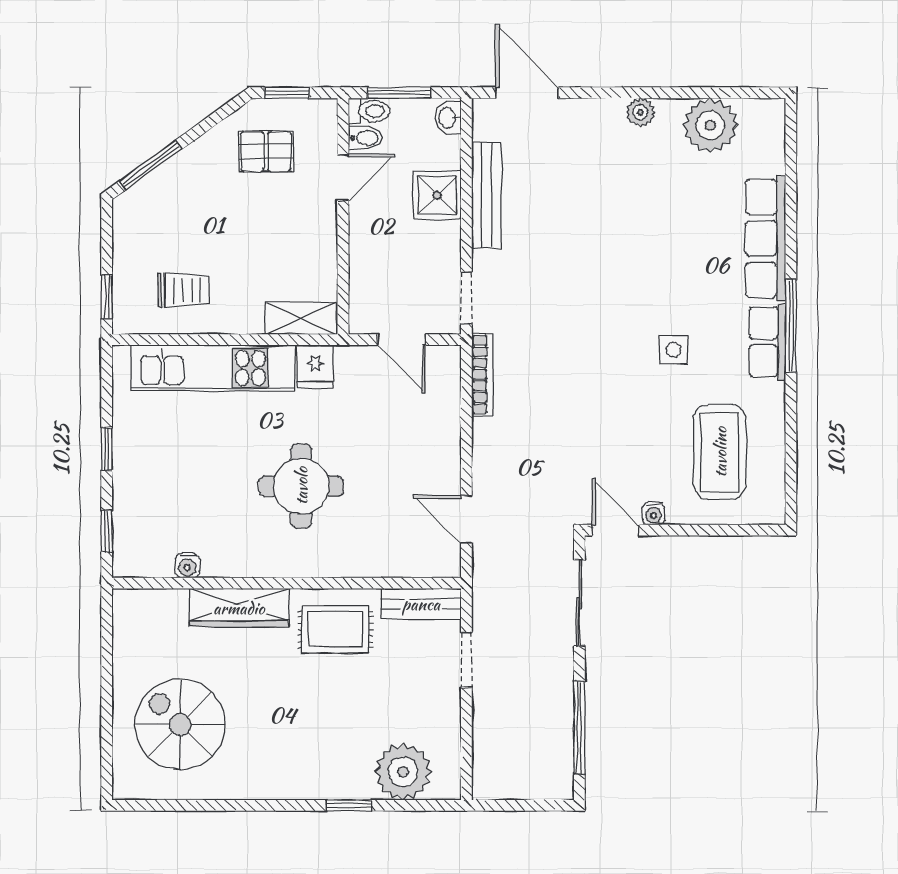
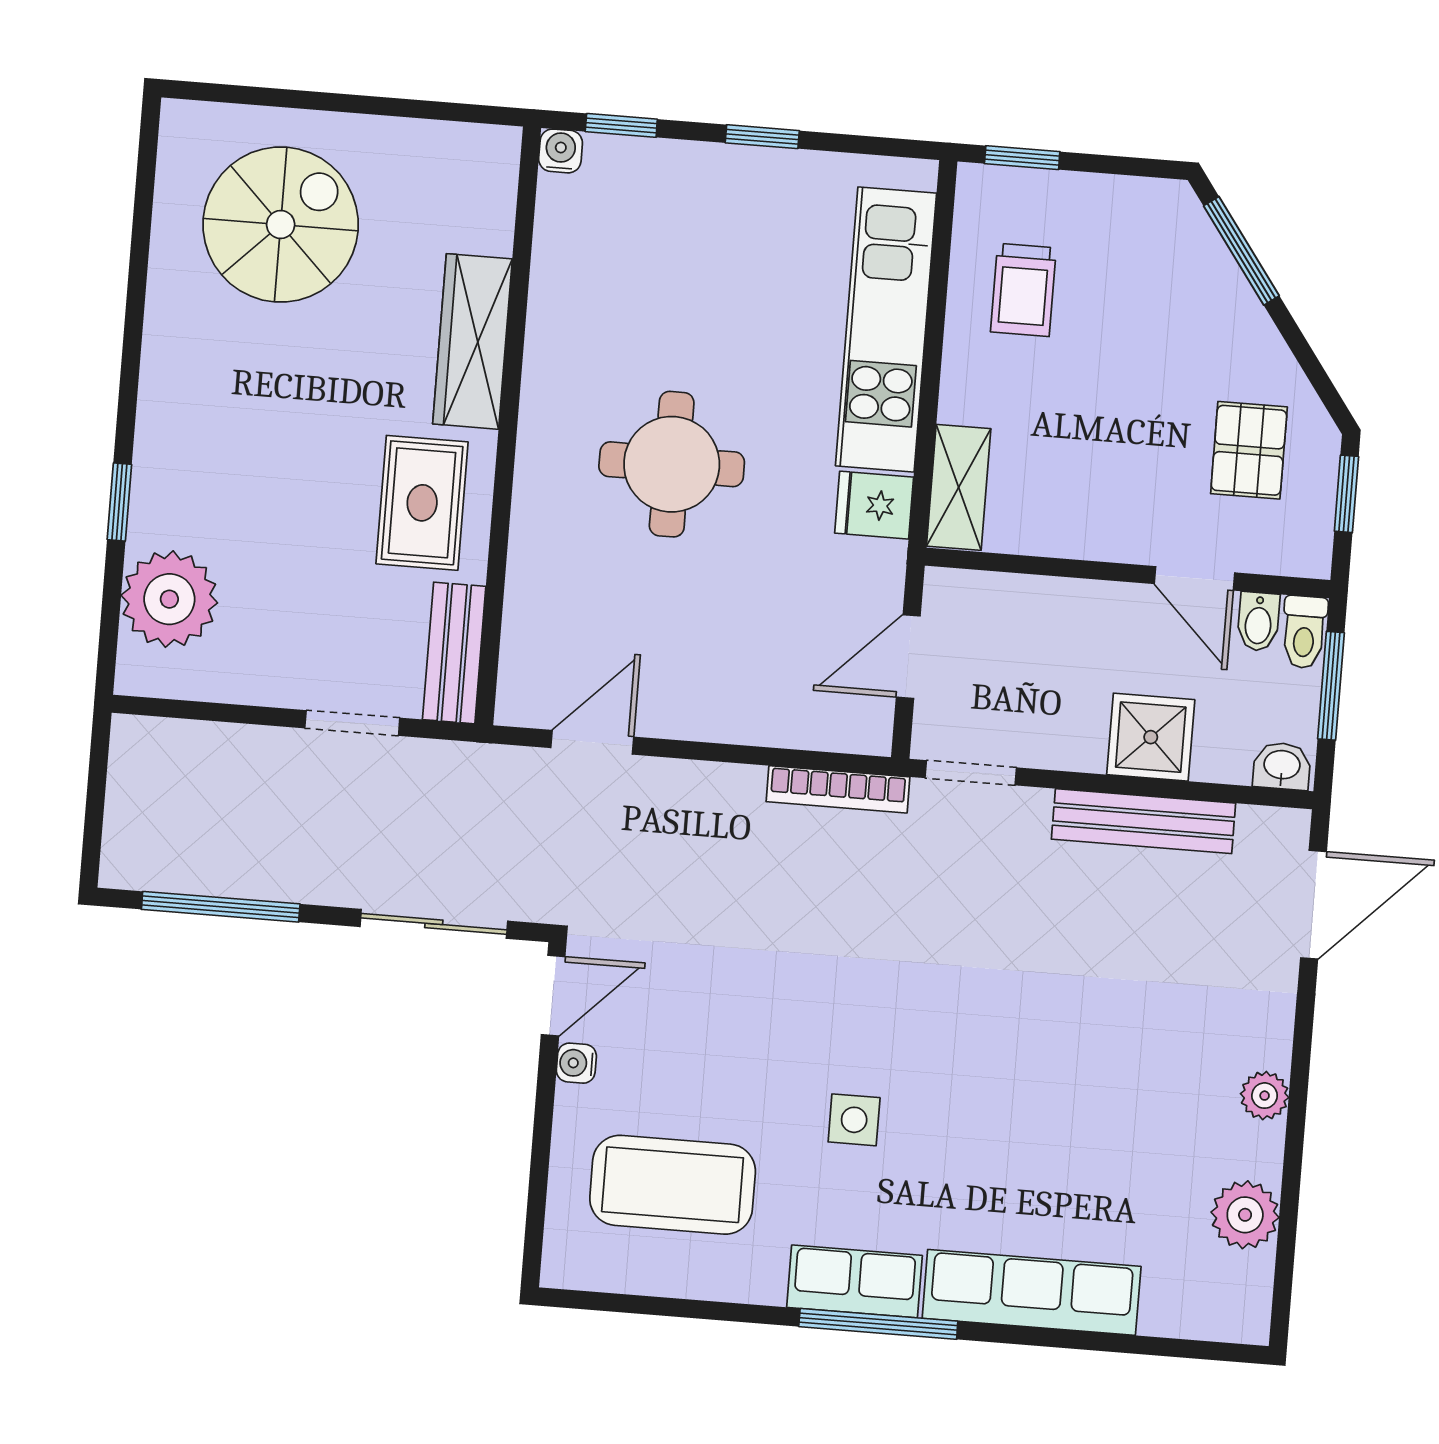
plant: (710, 125) -> (1245, 1215), width x0.73, depth x0.73
water cooler: (187, 565) -> (561, 151), moved, turned 90

